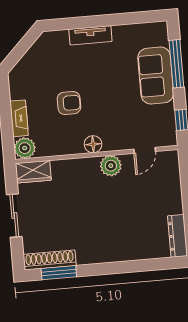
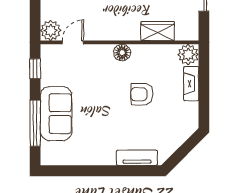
tv unit: (90, 35) -> (137, 158), moved
plant: (111, 166) -> (51, 31), moved
wardrobe: (33, 172) -> (158, 31), moved

